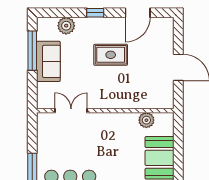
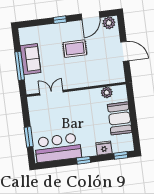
plant: (66, 26) -> (109, 23), moved
window: (32, 51) -> (20, 66), moved

